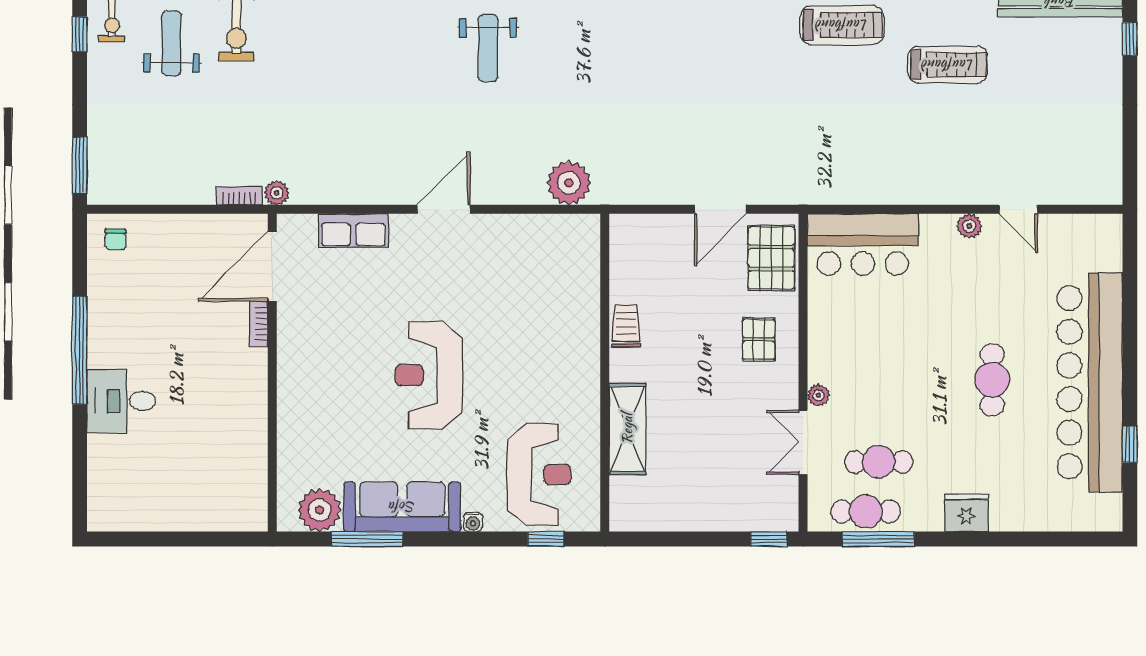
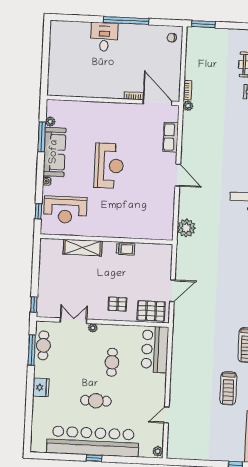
door: (720, 209) -> (172, 291), swing flipped
plant: (969, 226) -> (158, 451), moved
reception desk: (429, 375) -> (109, 166), turned 90
window: (1130, 444) -> (94, 458), moved
cafe table: (879, 462) -> (112, 362), moved
plant: (320, 510) -> (50, 122), width x0.53, depth x0.53

